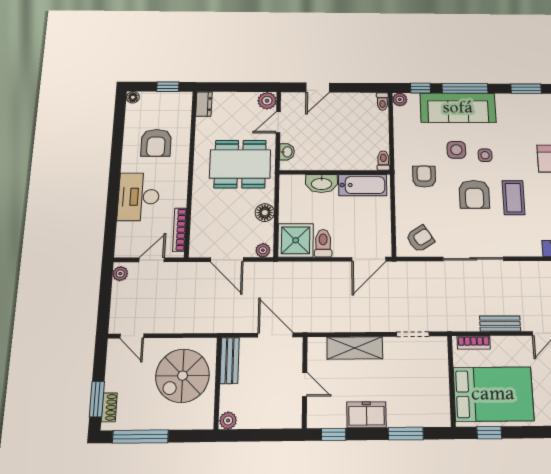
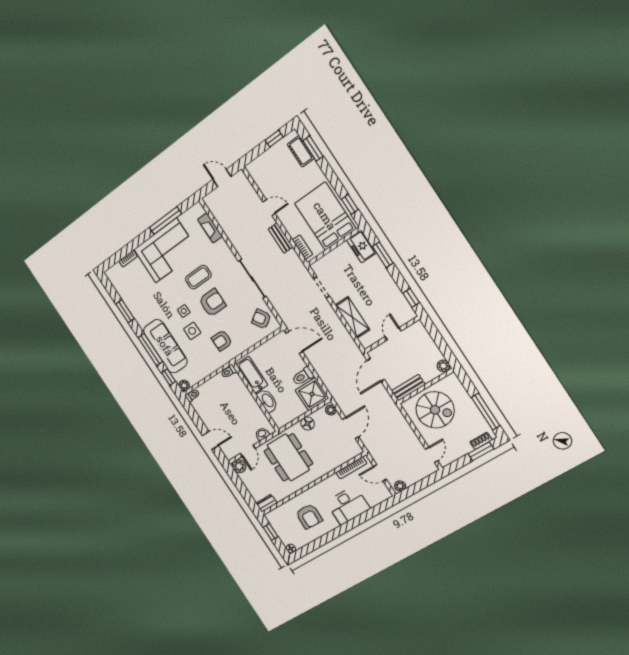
door: (278, 122) -> (248, 451), hinge flipped
armchair: (156, 143) -> (309, 516), turned 92
freezer: (366, 415) -> (361, 246), moved

